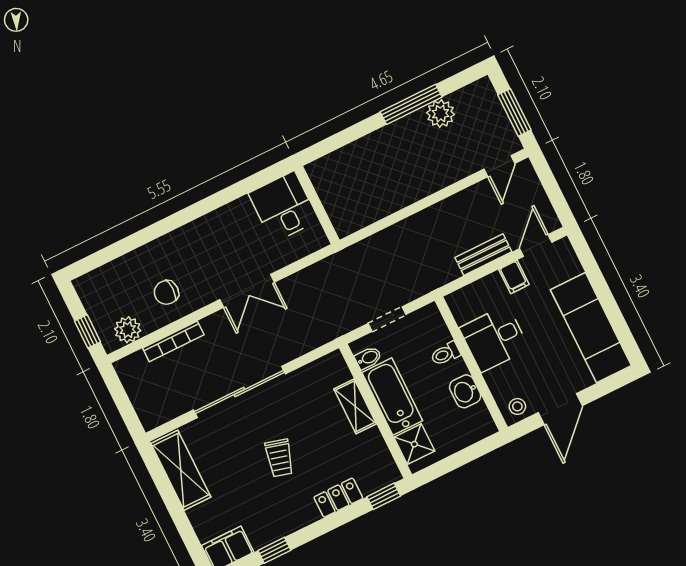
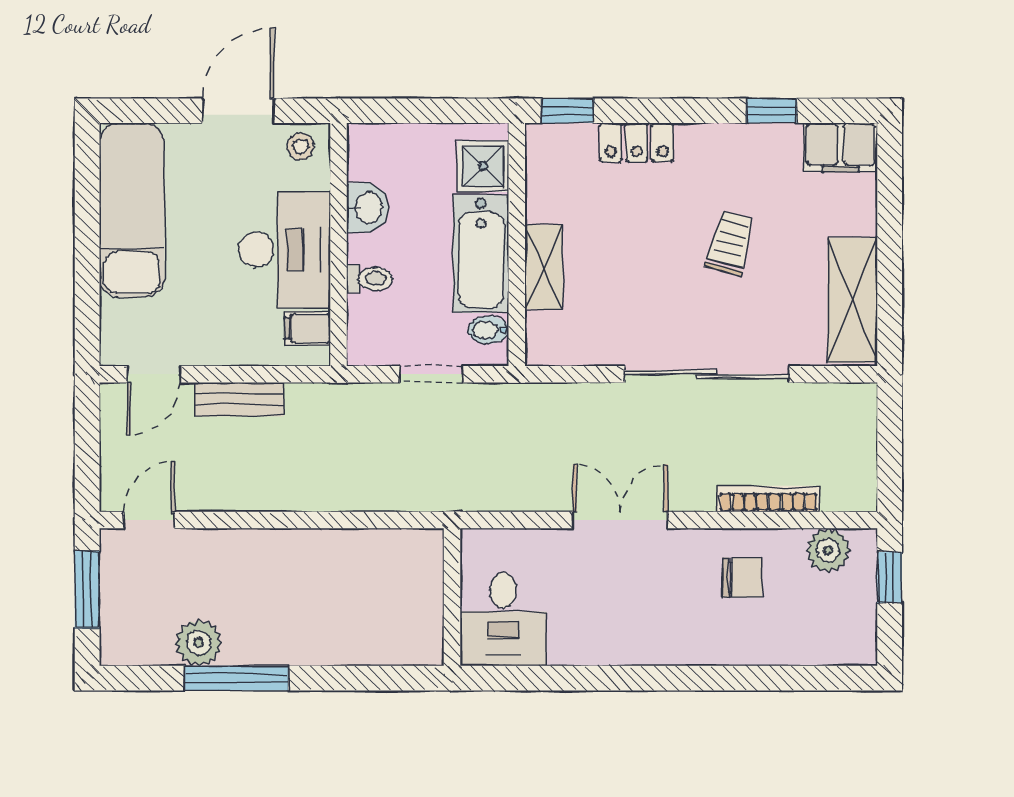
filing cabinet: (514, 277) -> (307, 328), moved, turned -90
desk: (494, 338) -> (285, 250), width x1.37
trolley: (279, 458) -> (730, 243), moved

